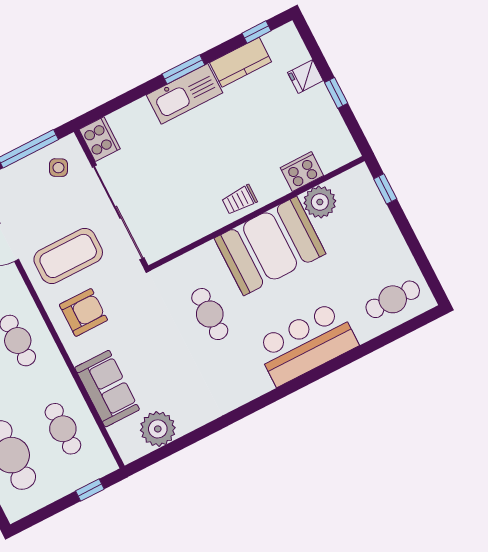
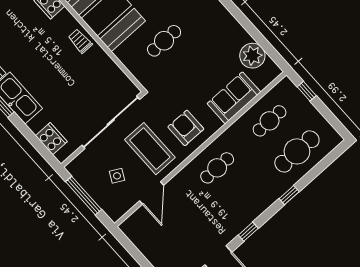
cooker: (100, 139) -> (51, 139), moved, turned 90
side table: (58, 168) -> (117, 176), moved
trolley: (240, 200) -> (80, 41), turned 180

